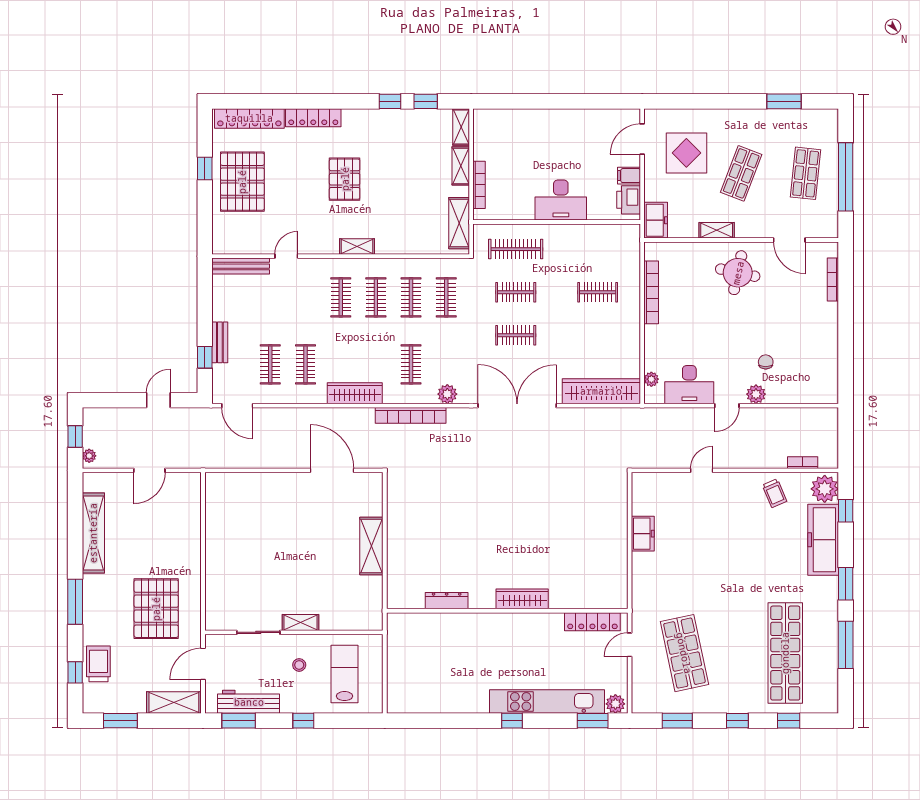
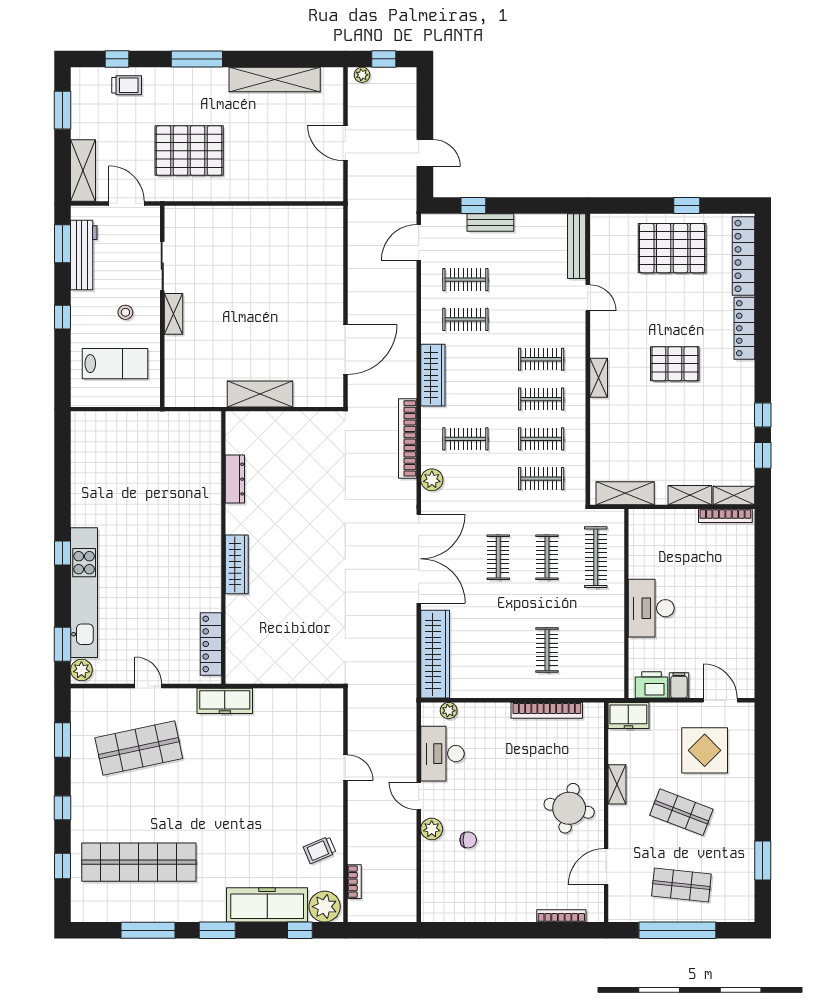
bookcase: (479, 185) -> (725, 516), moved
freezer: (643, 534) -> (225, 701), moved, width x1.40
wardrobe: (522, 599) -> (237, 564), moved
dresser: (447, 601) -> (235, 479), moved
wall: (507, 611) -> (223, 548), moved
locker: (592, 622) -> (211, 644), moved
trolley: (98, 664) -> (127, 85), width x0.73, depth x0.72

